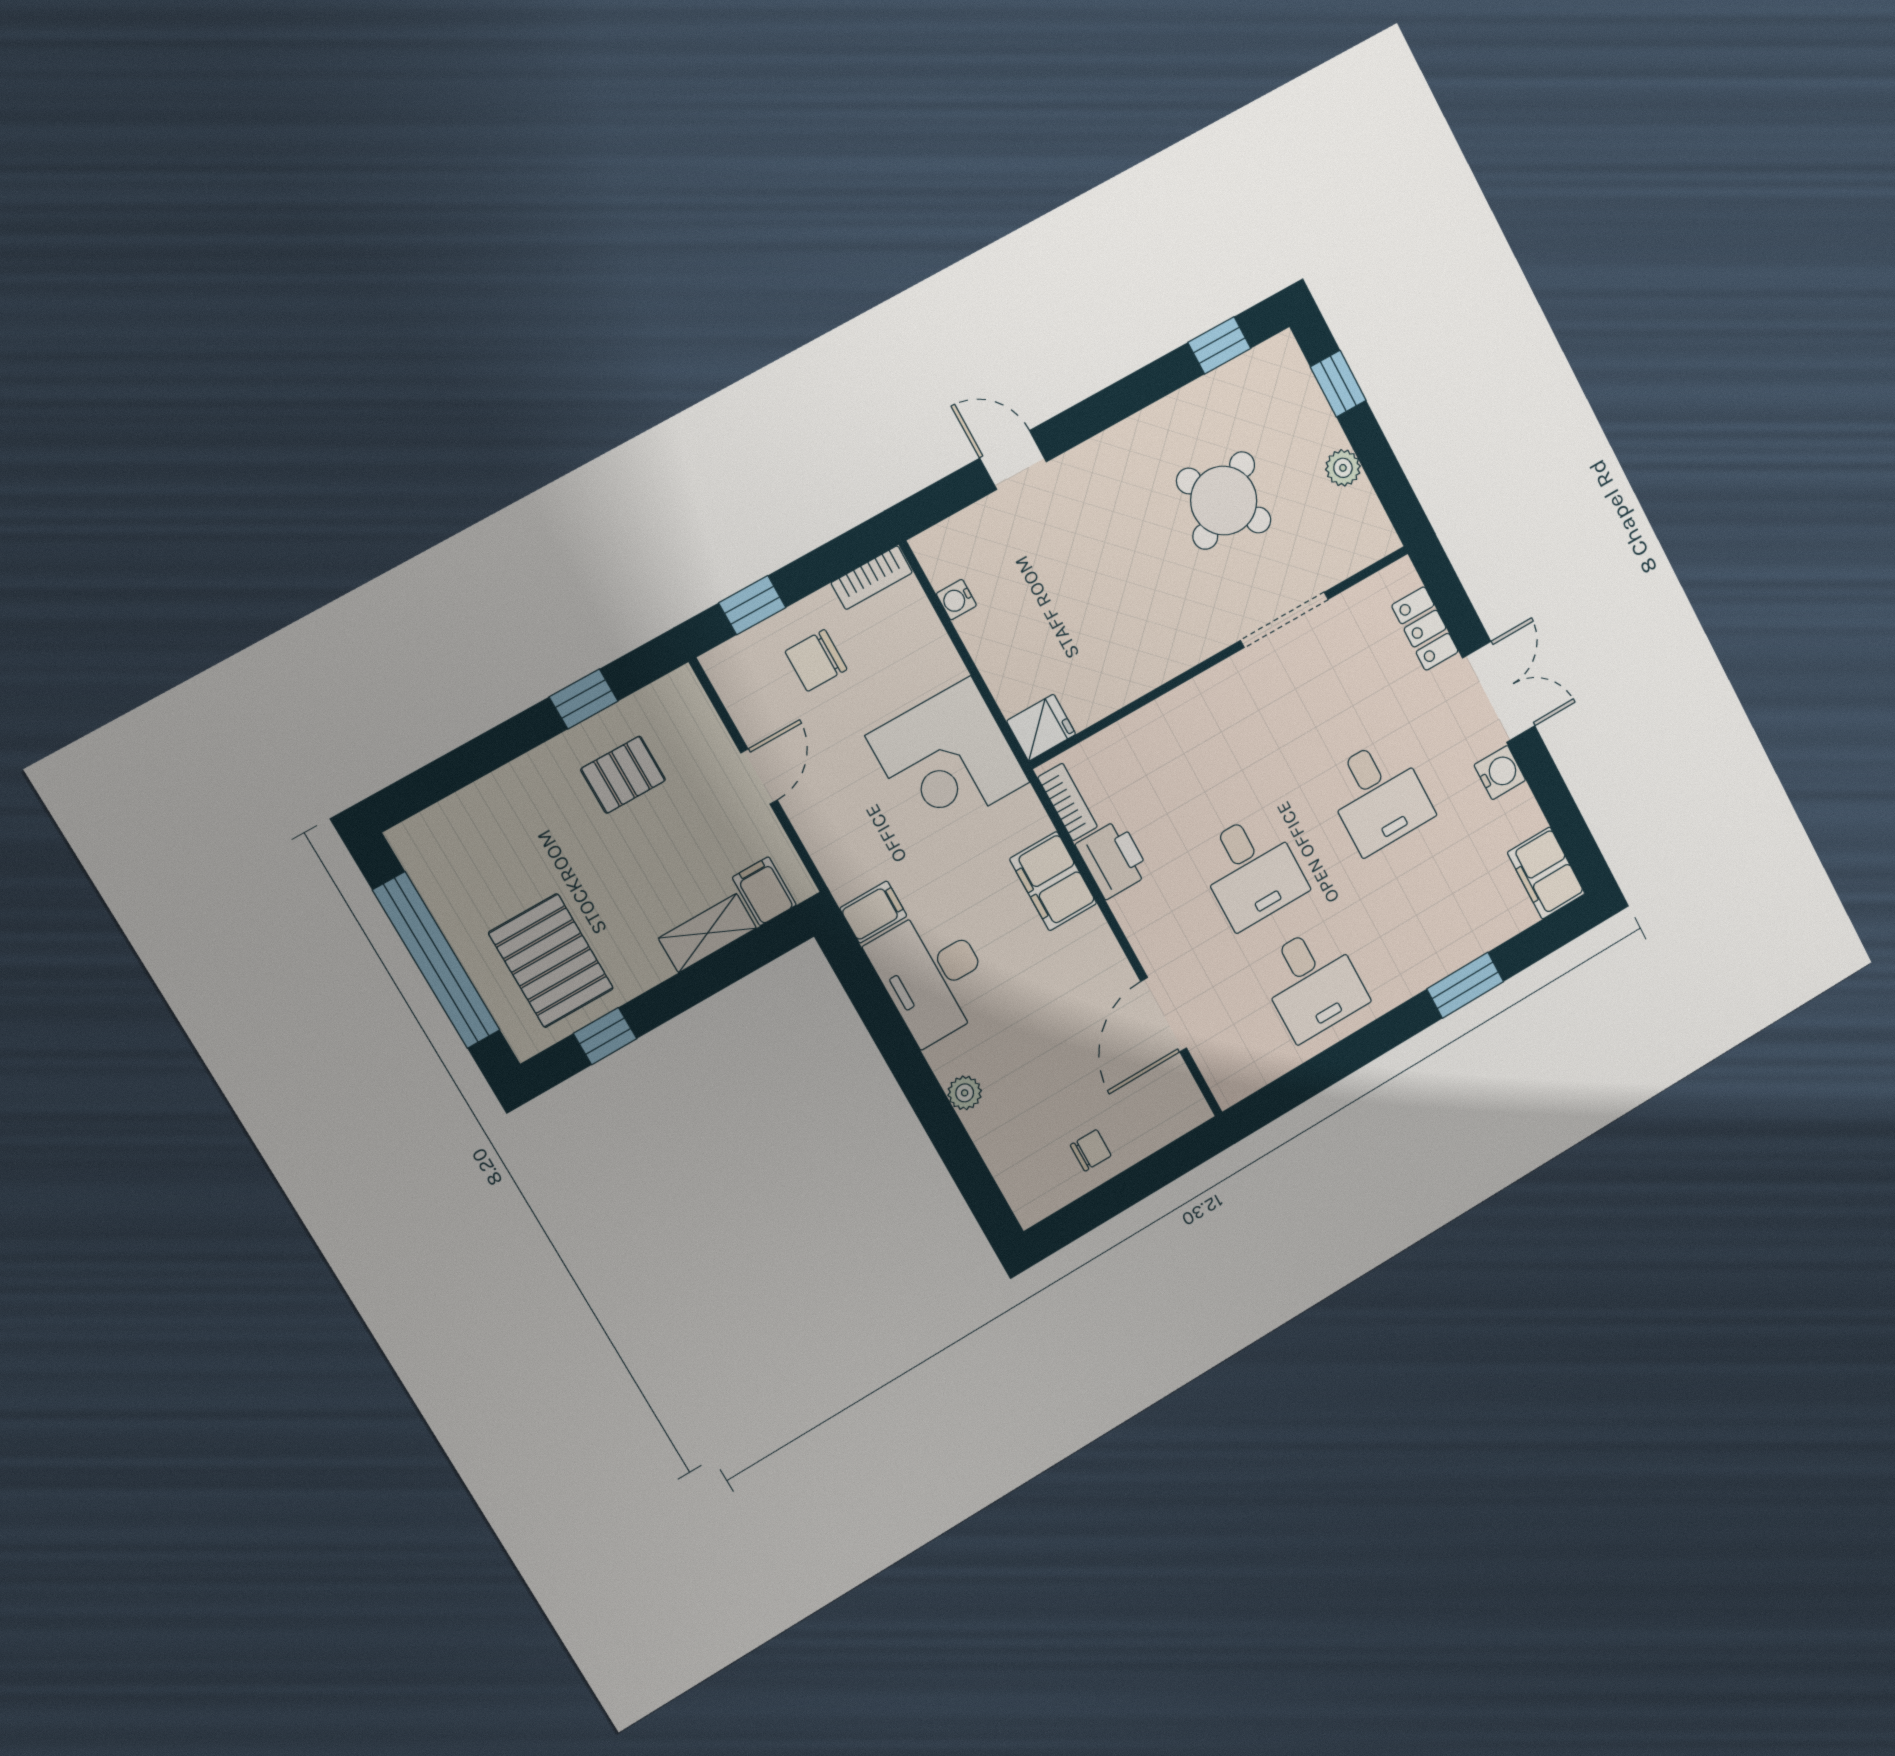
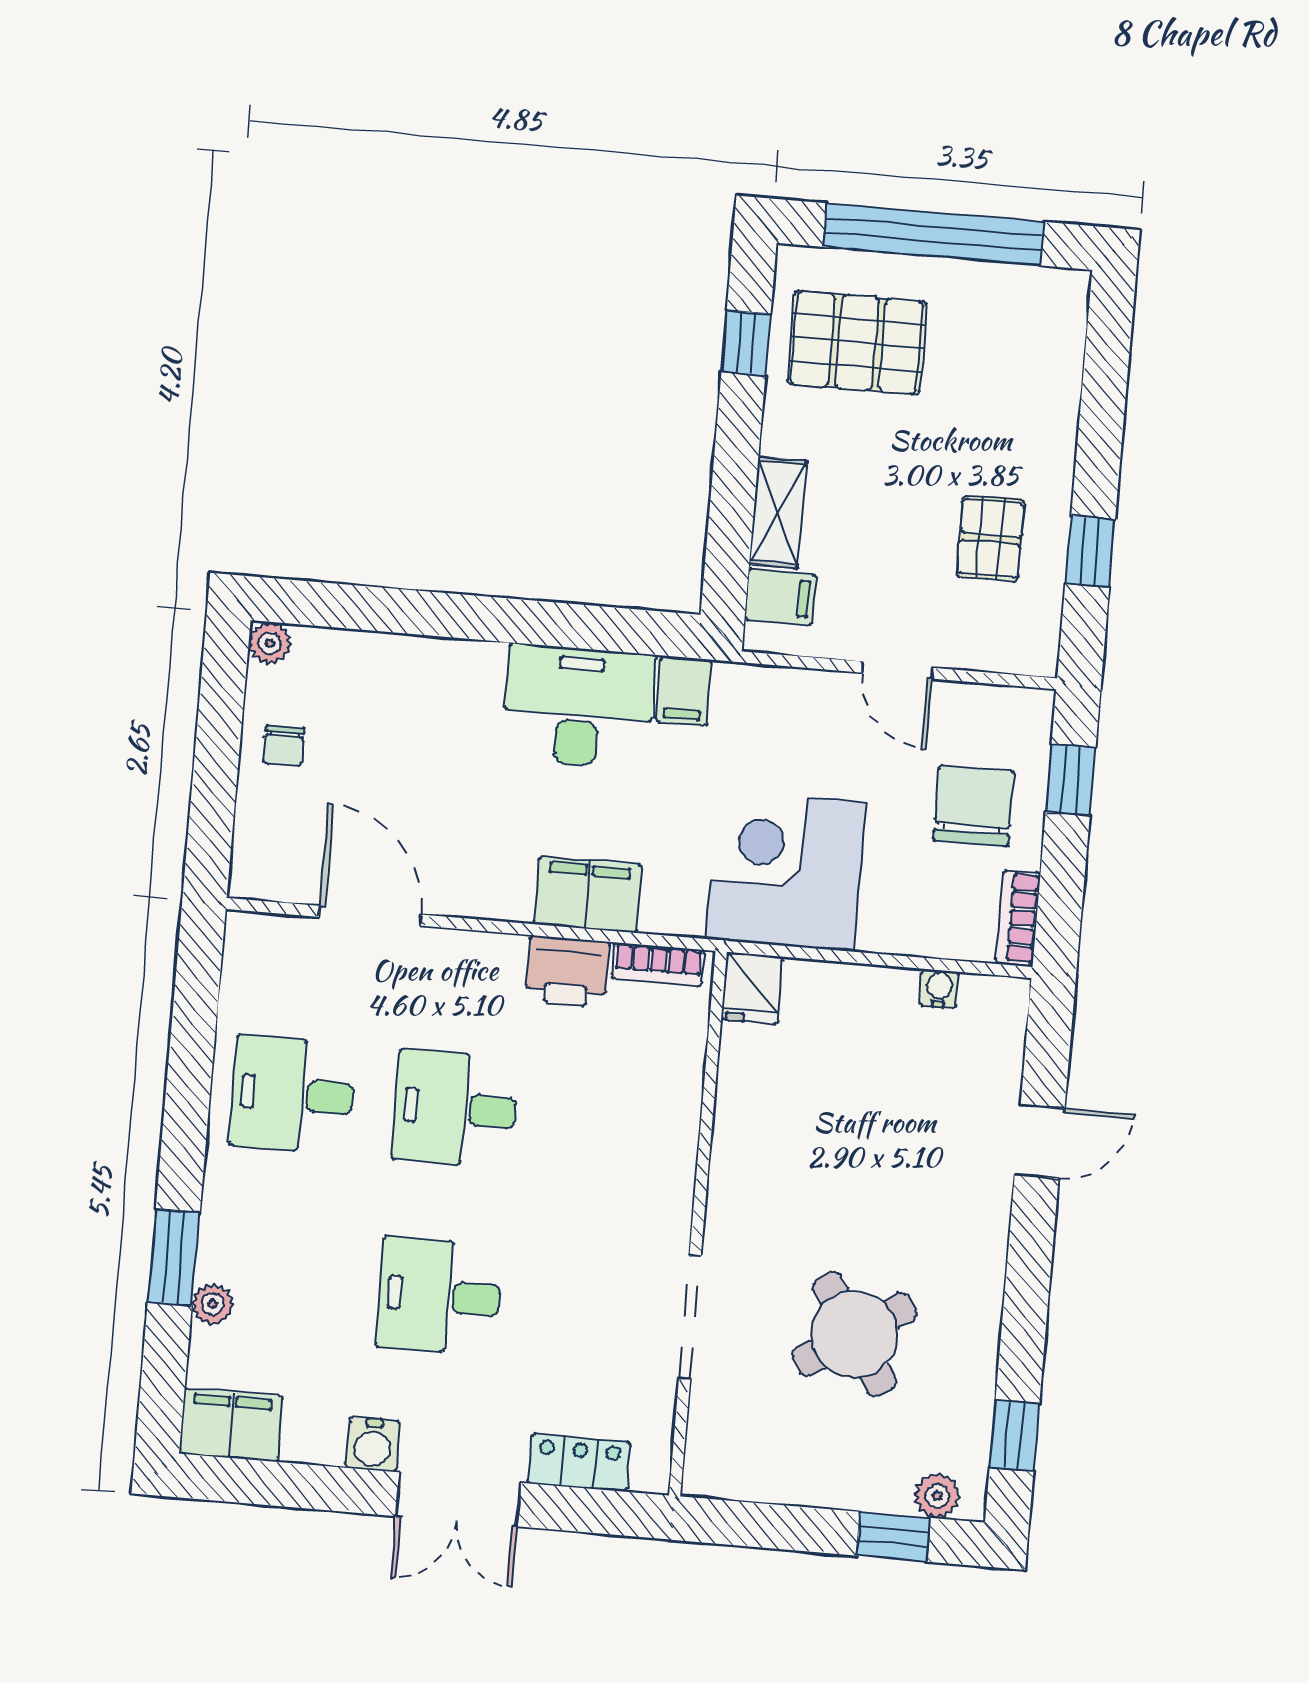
plant: (1343, 468) -> (937, 1496), moved
chair: (816, 660) -> (974, 806), width x1.37, depth x1.37
plant: (1478, 939) -> (213, 1304), added
plant: (965, 1093) -> (270, 643), moved

